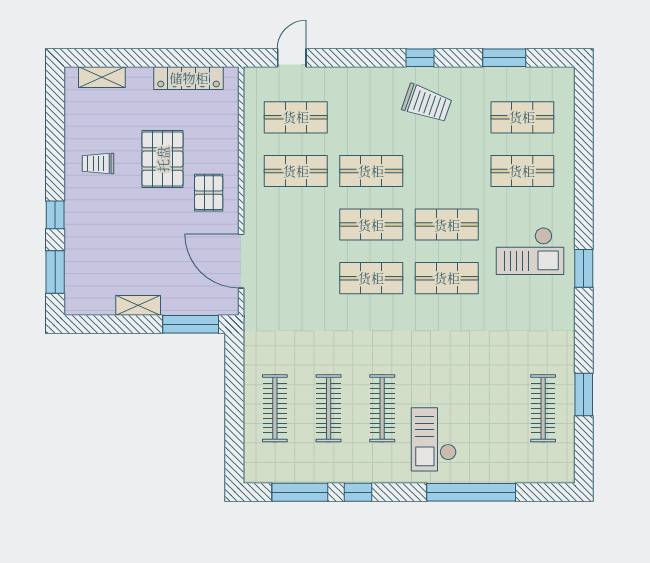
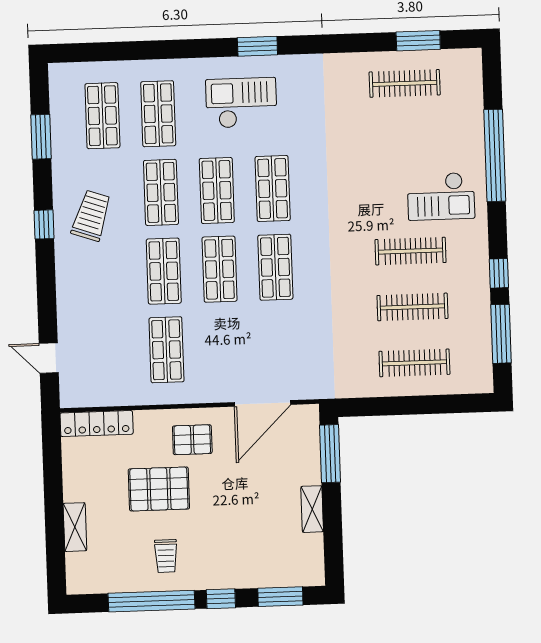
shelving: (102, 77) -> (75, 527), moved
locker: (189, 78) -> (97, 424), moved, turned 90
shop shelf: (296, 117) -> (161, 192), moved
window: (55, 148) -> (152, 601), added
checkout: (530, 251) -> (241, 103), turned -90
window: (584, 394) -> (418, 41), moved

